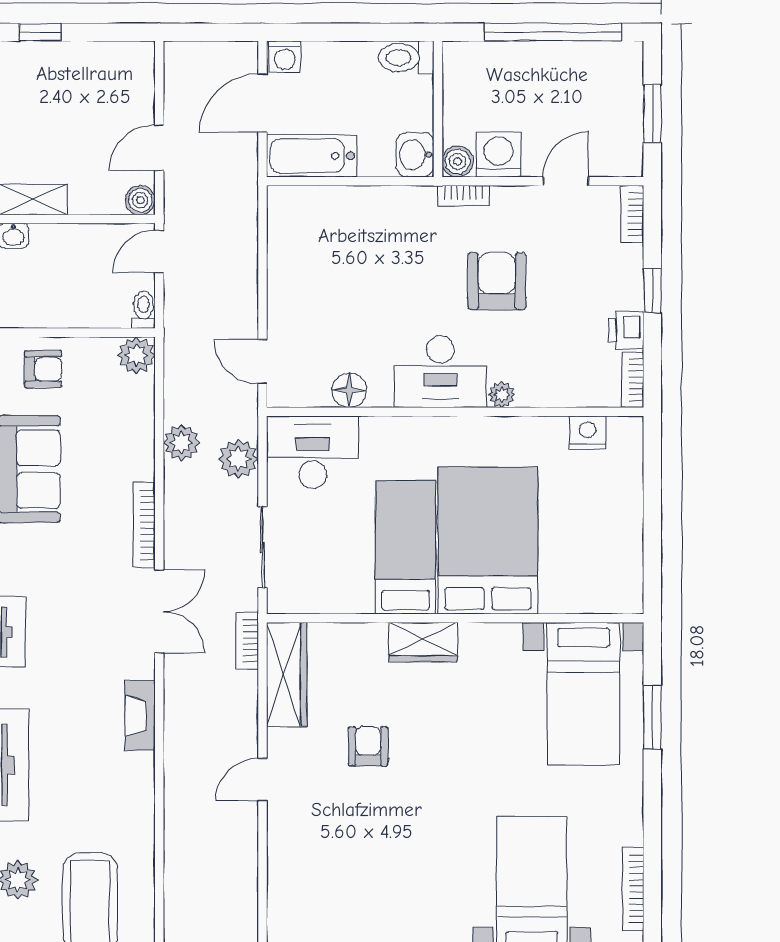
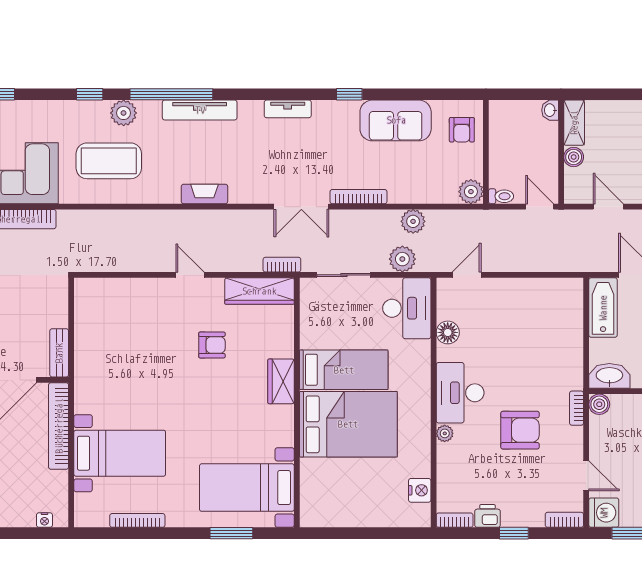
washbasin: (415, 155) -> (609, 376), width x1.38
washing machine: (498, 155) -> (604, 513), moved
boiler: (140, 200) -> (574, 157), moved
fireplace: (140, 715) -> (204, 194), moved
bookcase: (633, 889) -> (137, 520), moved

